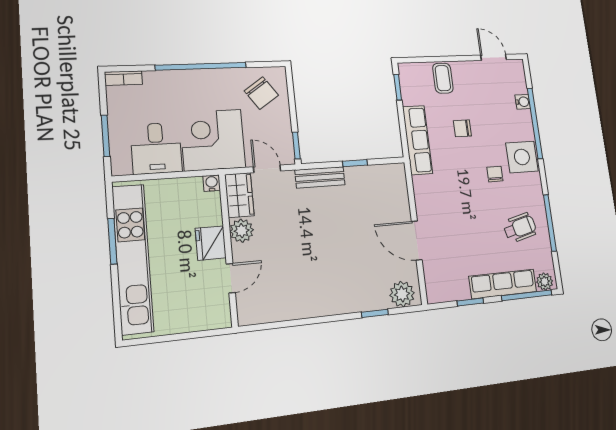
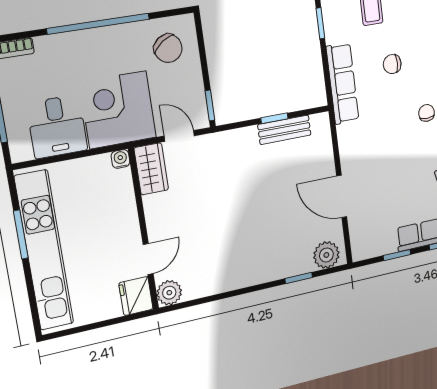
bench: (320, 177) -> (284, 130), moved
plant: (242, 231) -> (169, 293), moved
fridge: (211, 243) -> (136, 296), moved

